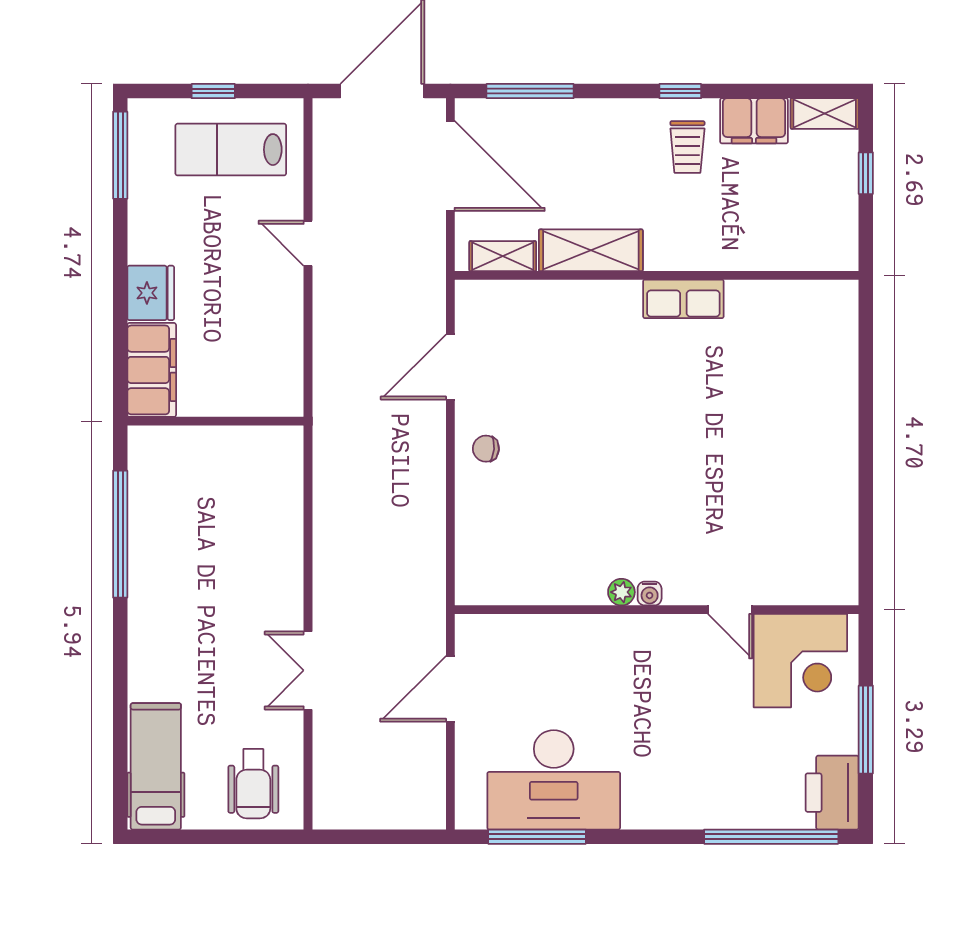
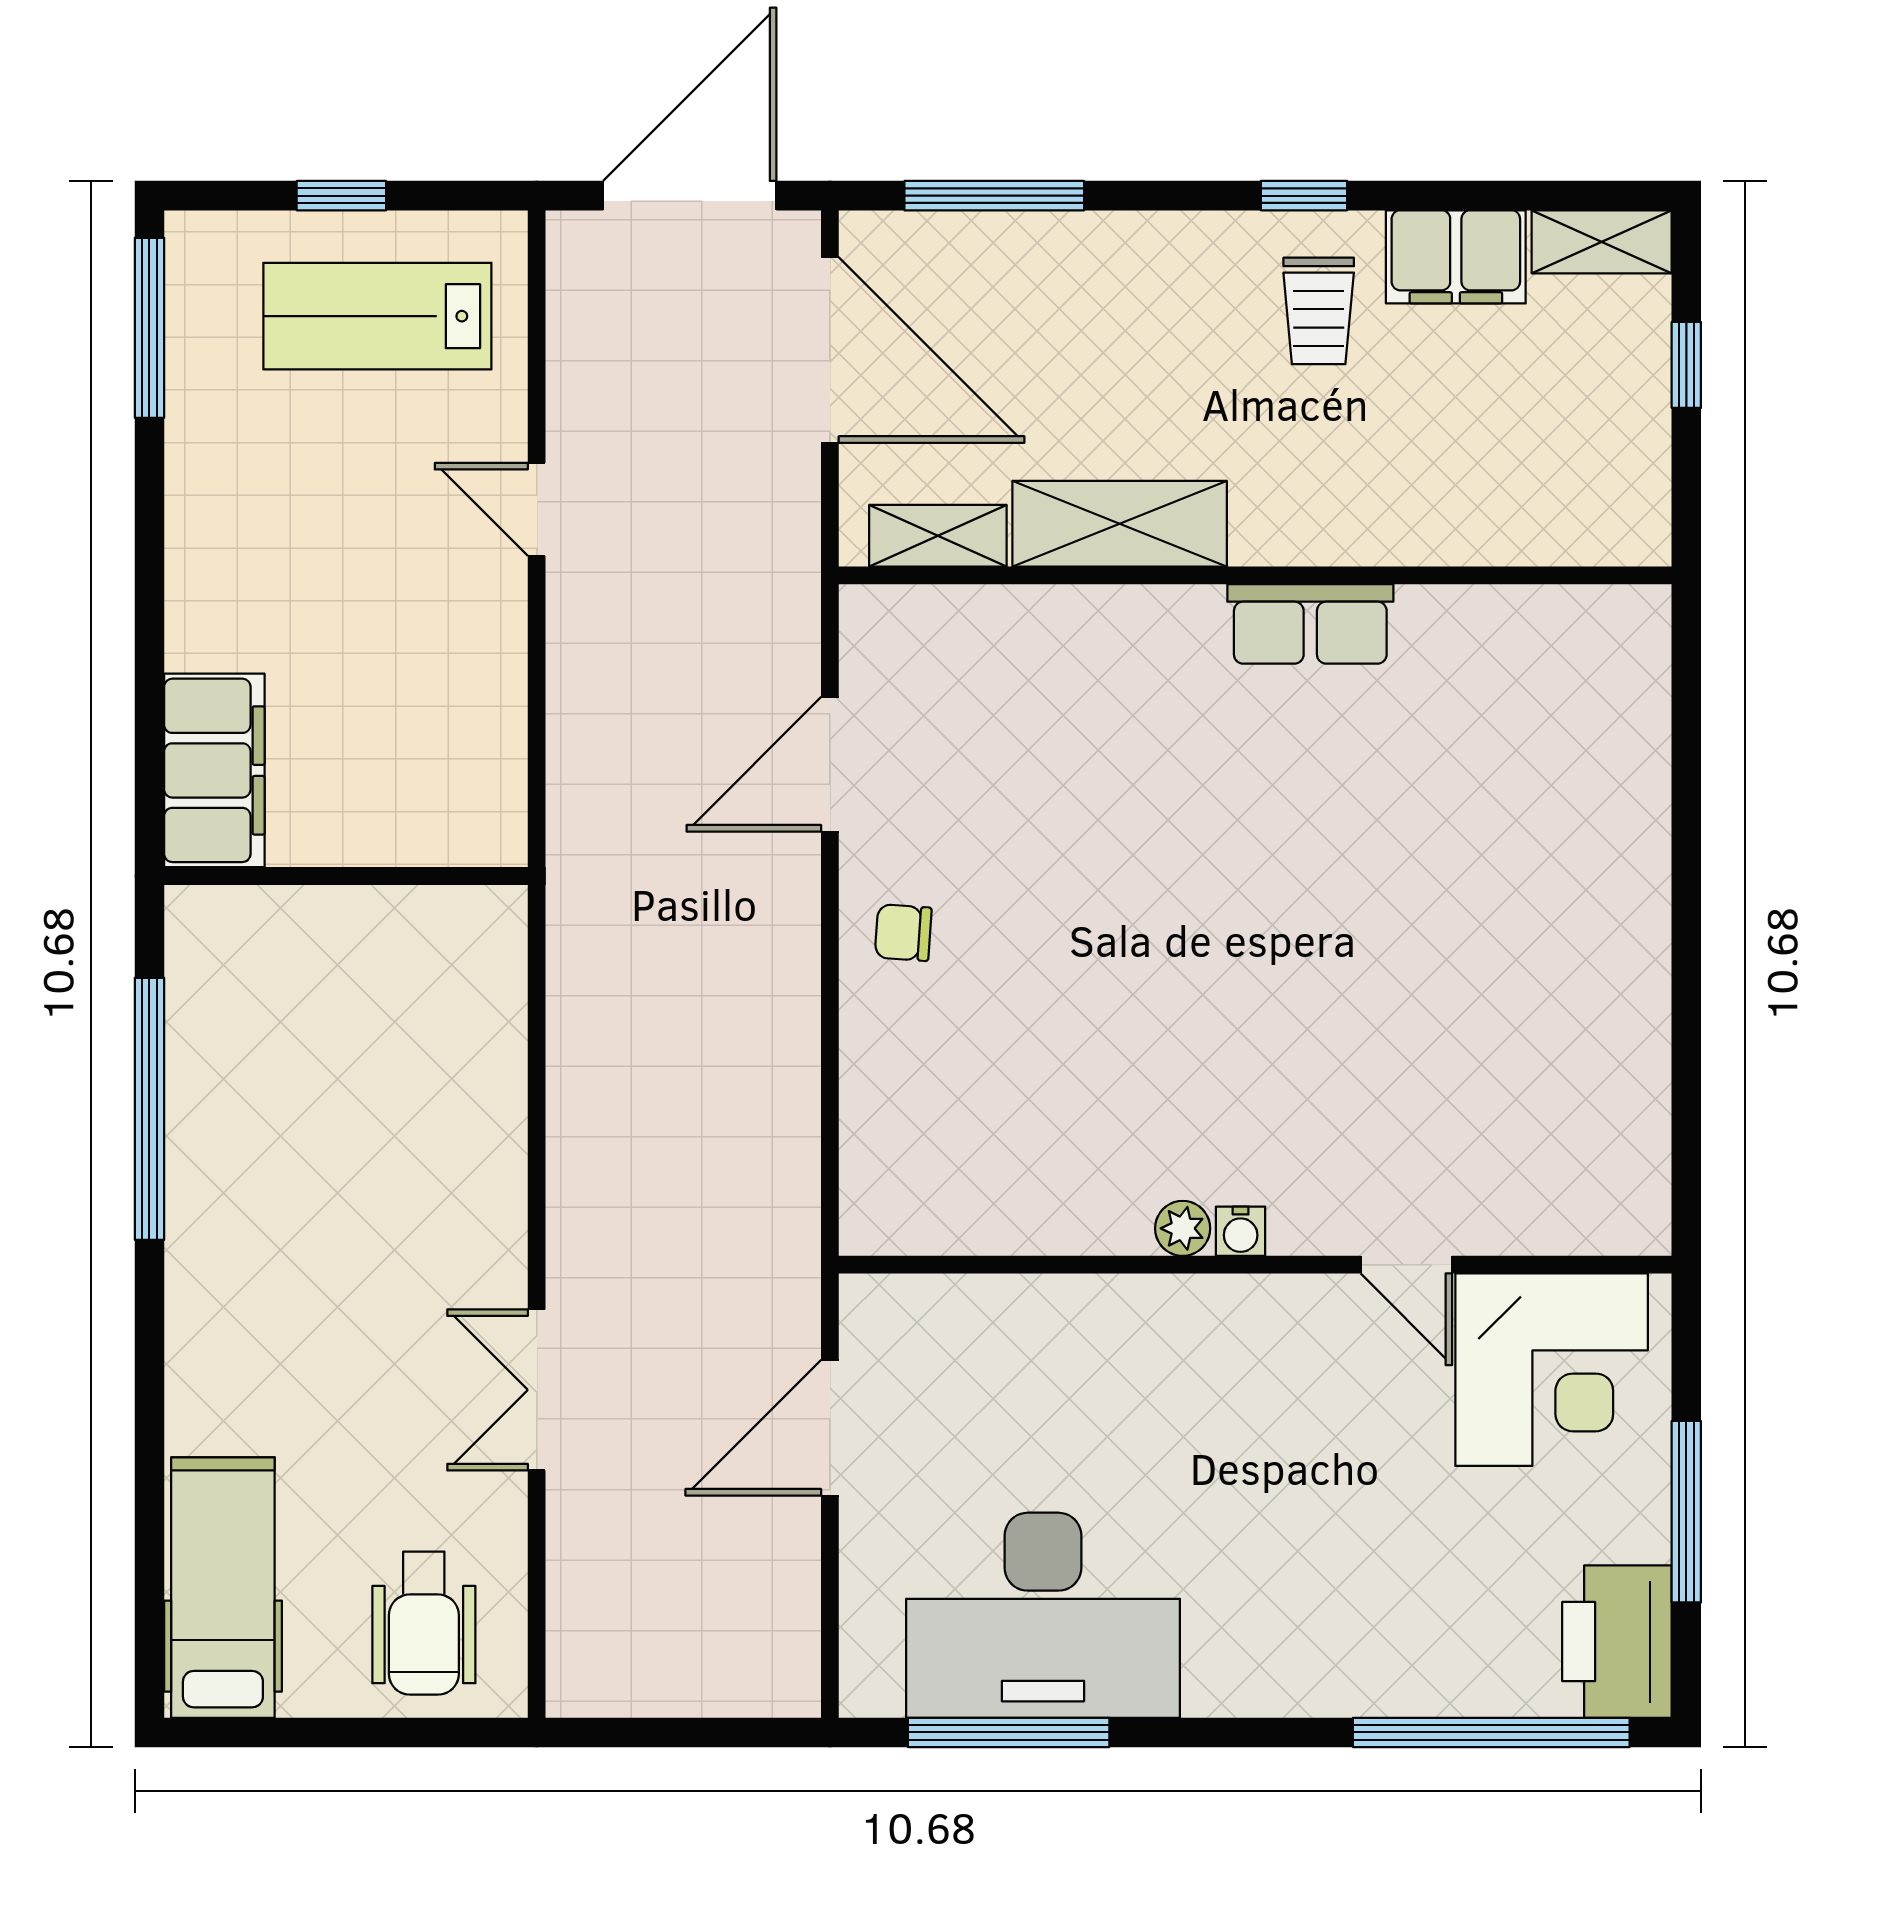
fridge: (151, 293) -> (212, 612), removed

